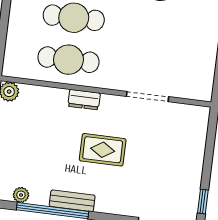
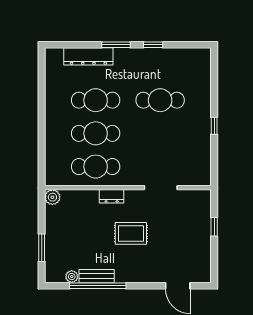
bench: (72, 201) -> (97, 276), moved
window: (203, 201) -> (214, 227), moved

